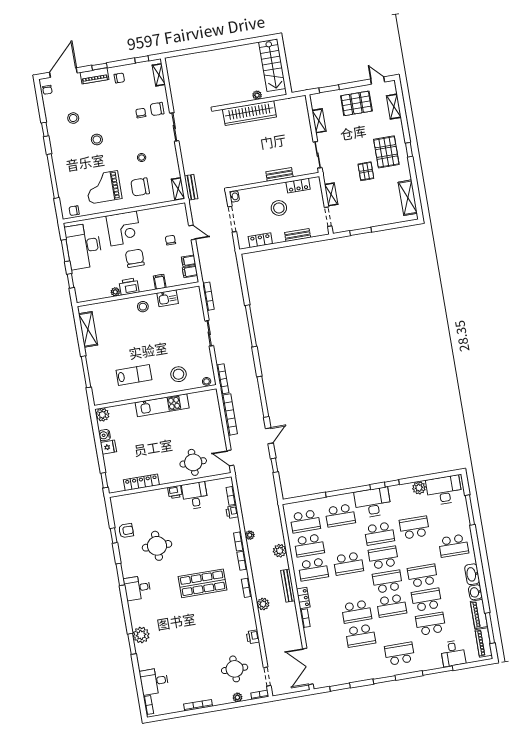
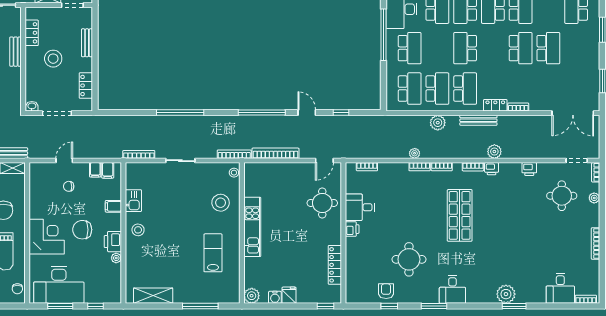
printer: (232, 512) -> (492, 169), moved
school desk: (348, 563) -> (465, 48), turned 180

